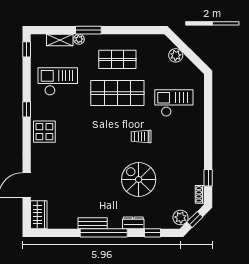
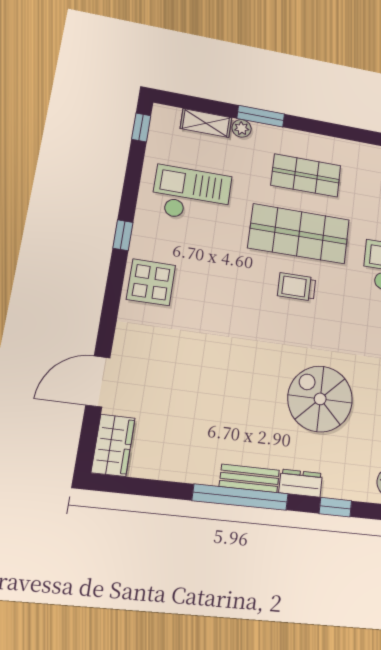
trolley: (141, 137) -> (297, 287), moved
bench: (93, 223) -> (249, 478), moved

